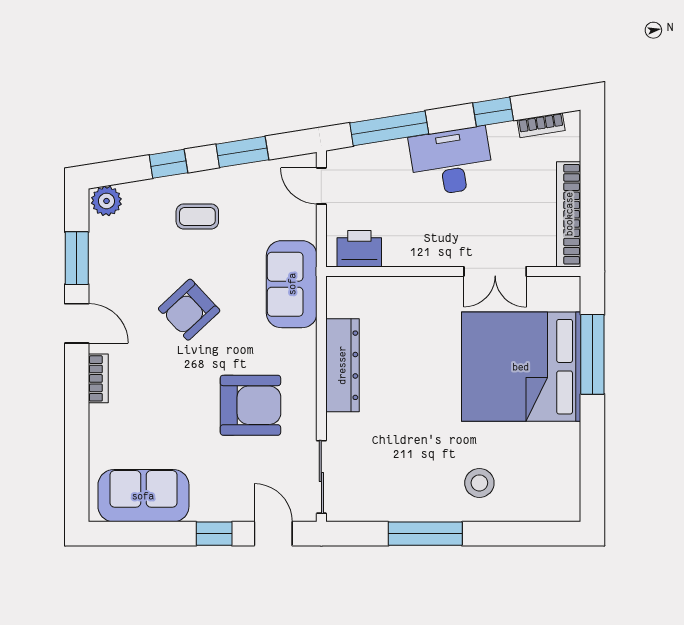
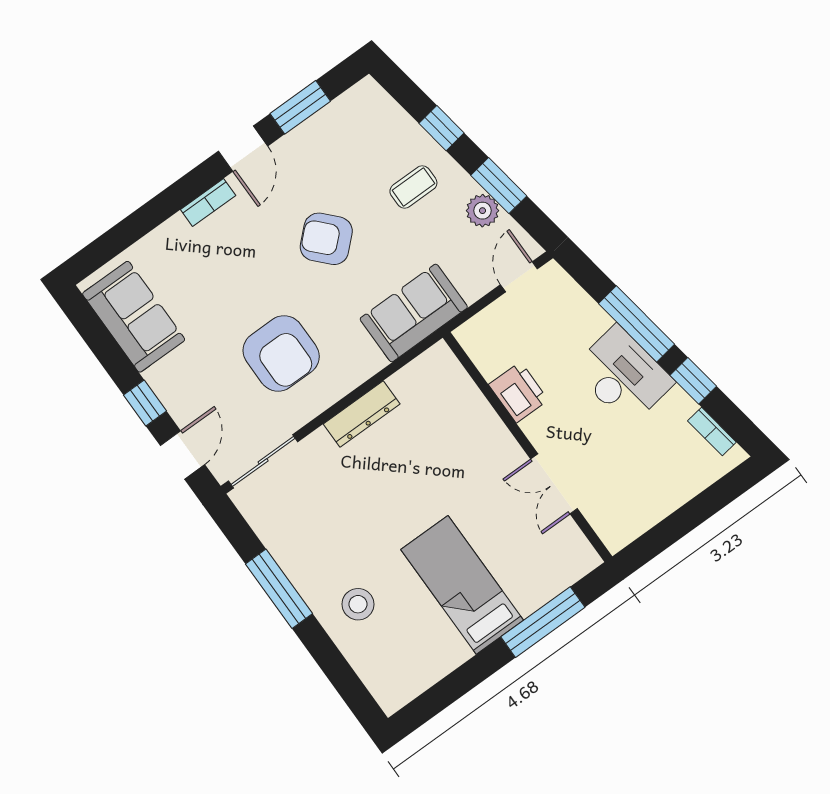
window: (389, 128) -> (637, 324), moved
plant: (106, 201) -> (483, 211), moved
bookcase: (569, 214) -> (651, 512), removed
coffee table: (197, 216) -> (413, 187), turned 90
printer: (359, 249) -> (518, 392), moved
dresser: (342, 365) -> (362, 414), width x0.73, depth x0.80
bed: (521, 367) -> (462, 585), width x0.49

